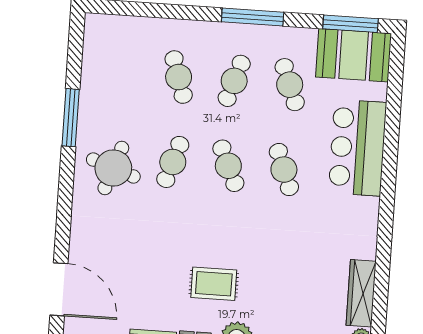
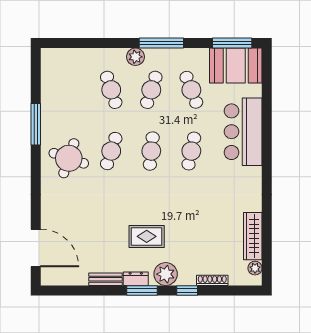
plant: (215, 34) -> (135, 57), added
cafe table: (228, 166) -> (151, 151), turned 30
cafe table: (284, 170) -> (191, 151), turned 33

